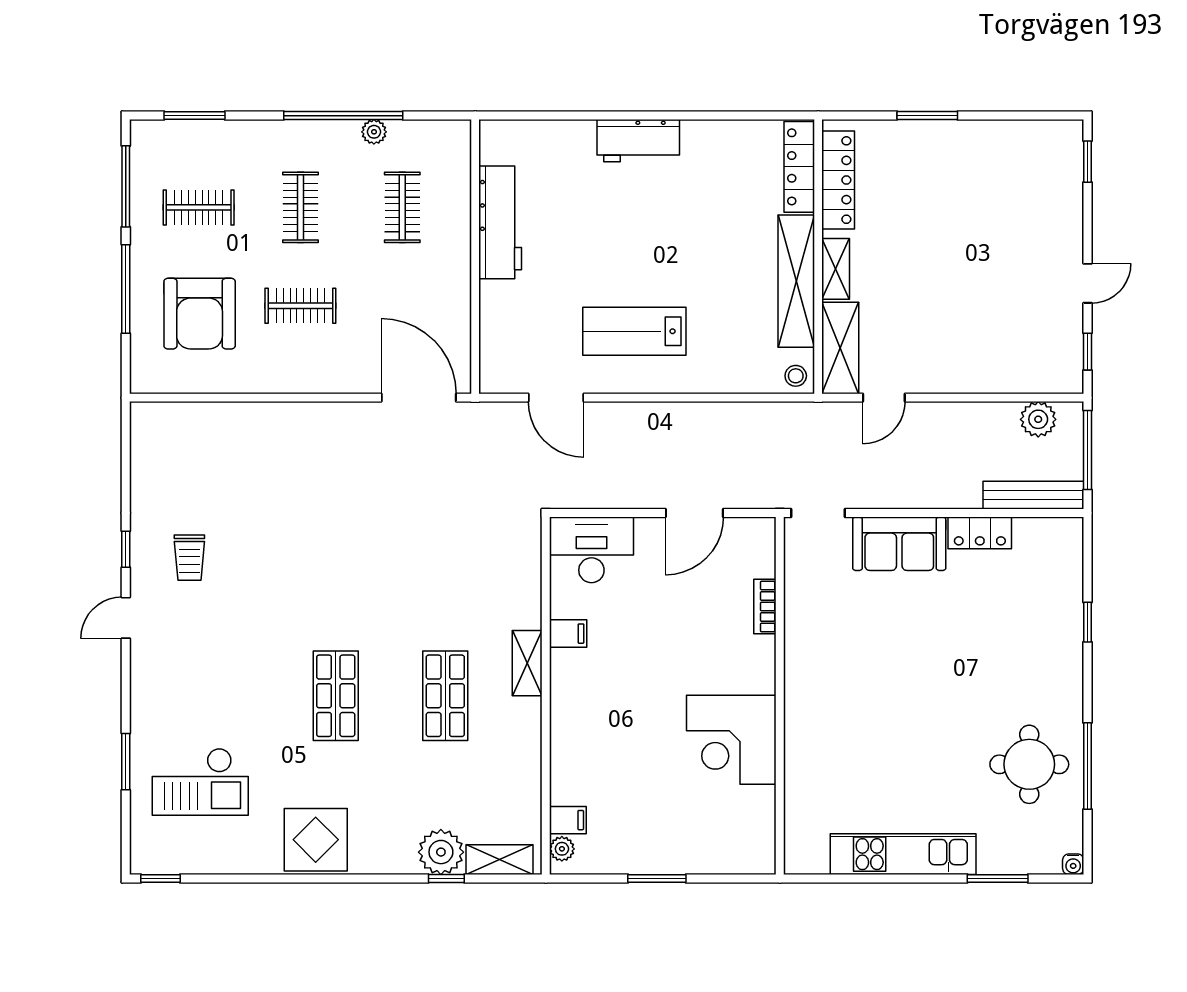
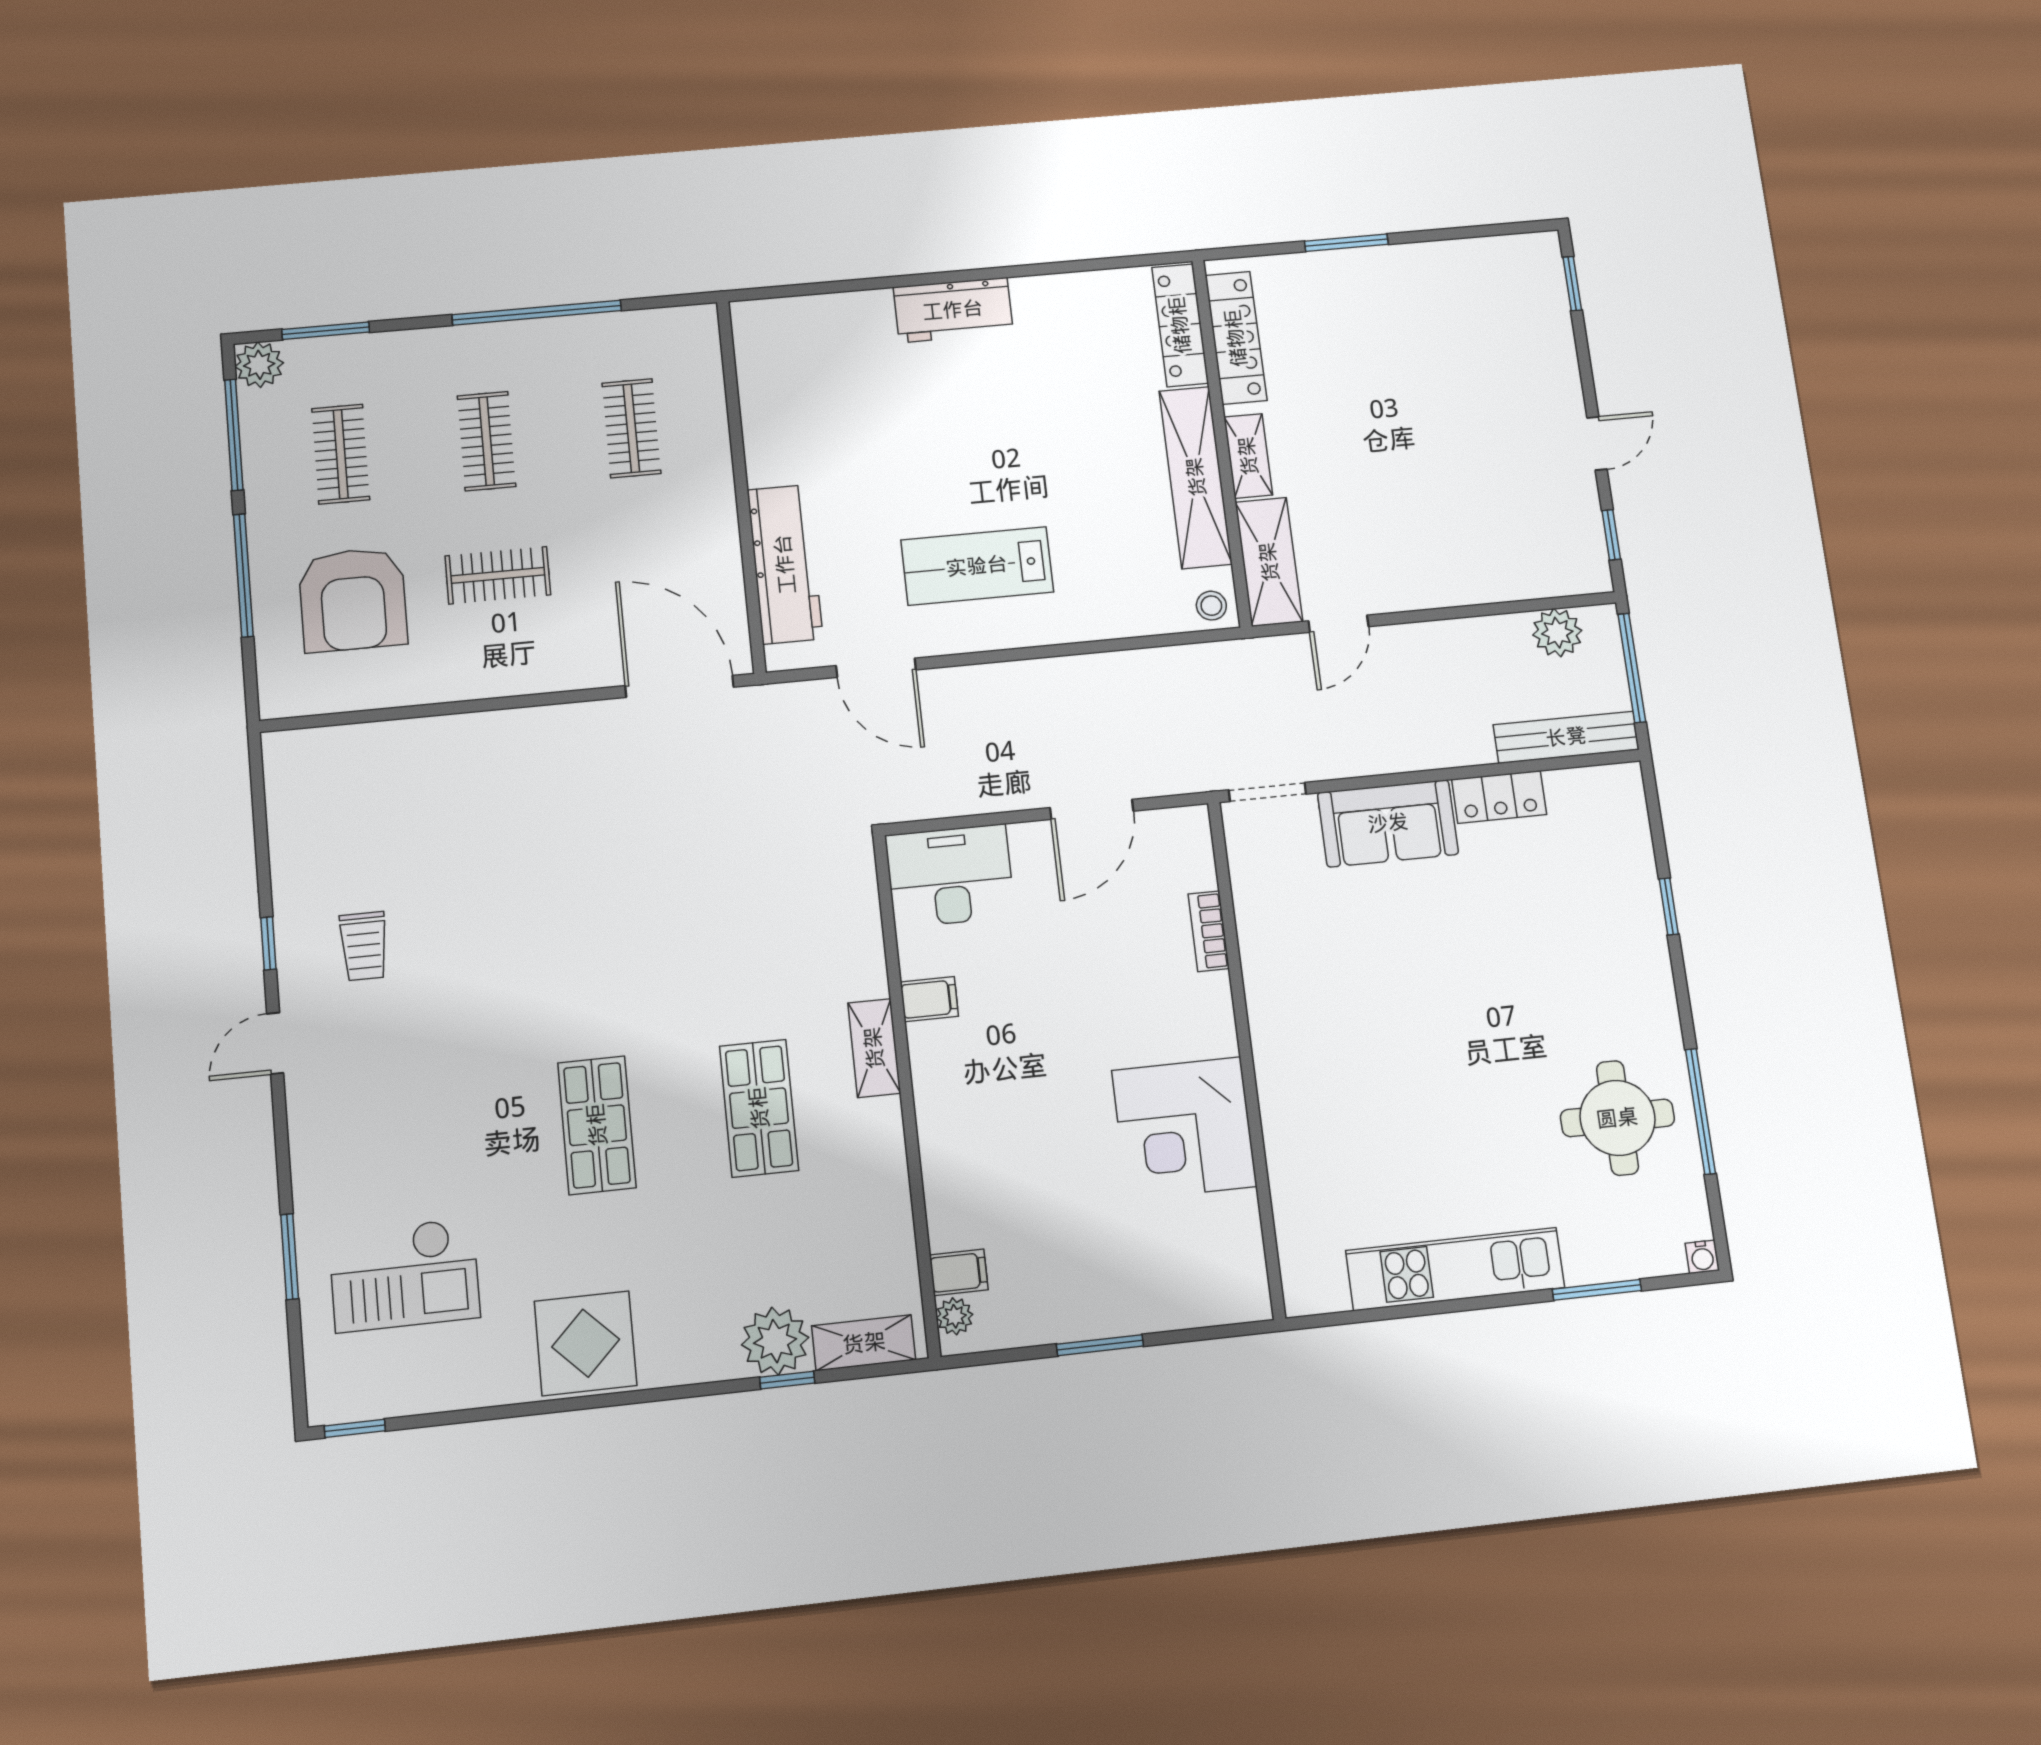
plant: (374, 132) -> (259, 365), moved, width x1.38, depth x1.38
clothes rail: (199, 207) -> (341, 454), turned 90
workbench: (500, 222) -> (785, 564), moved

